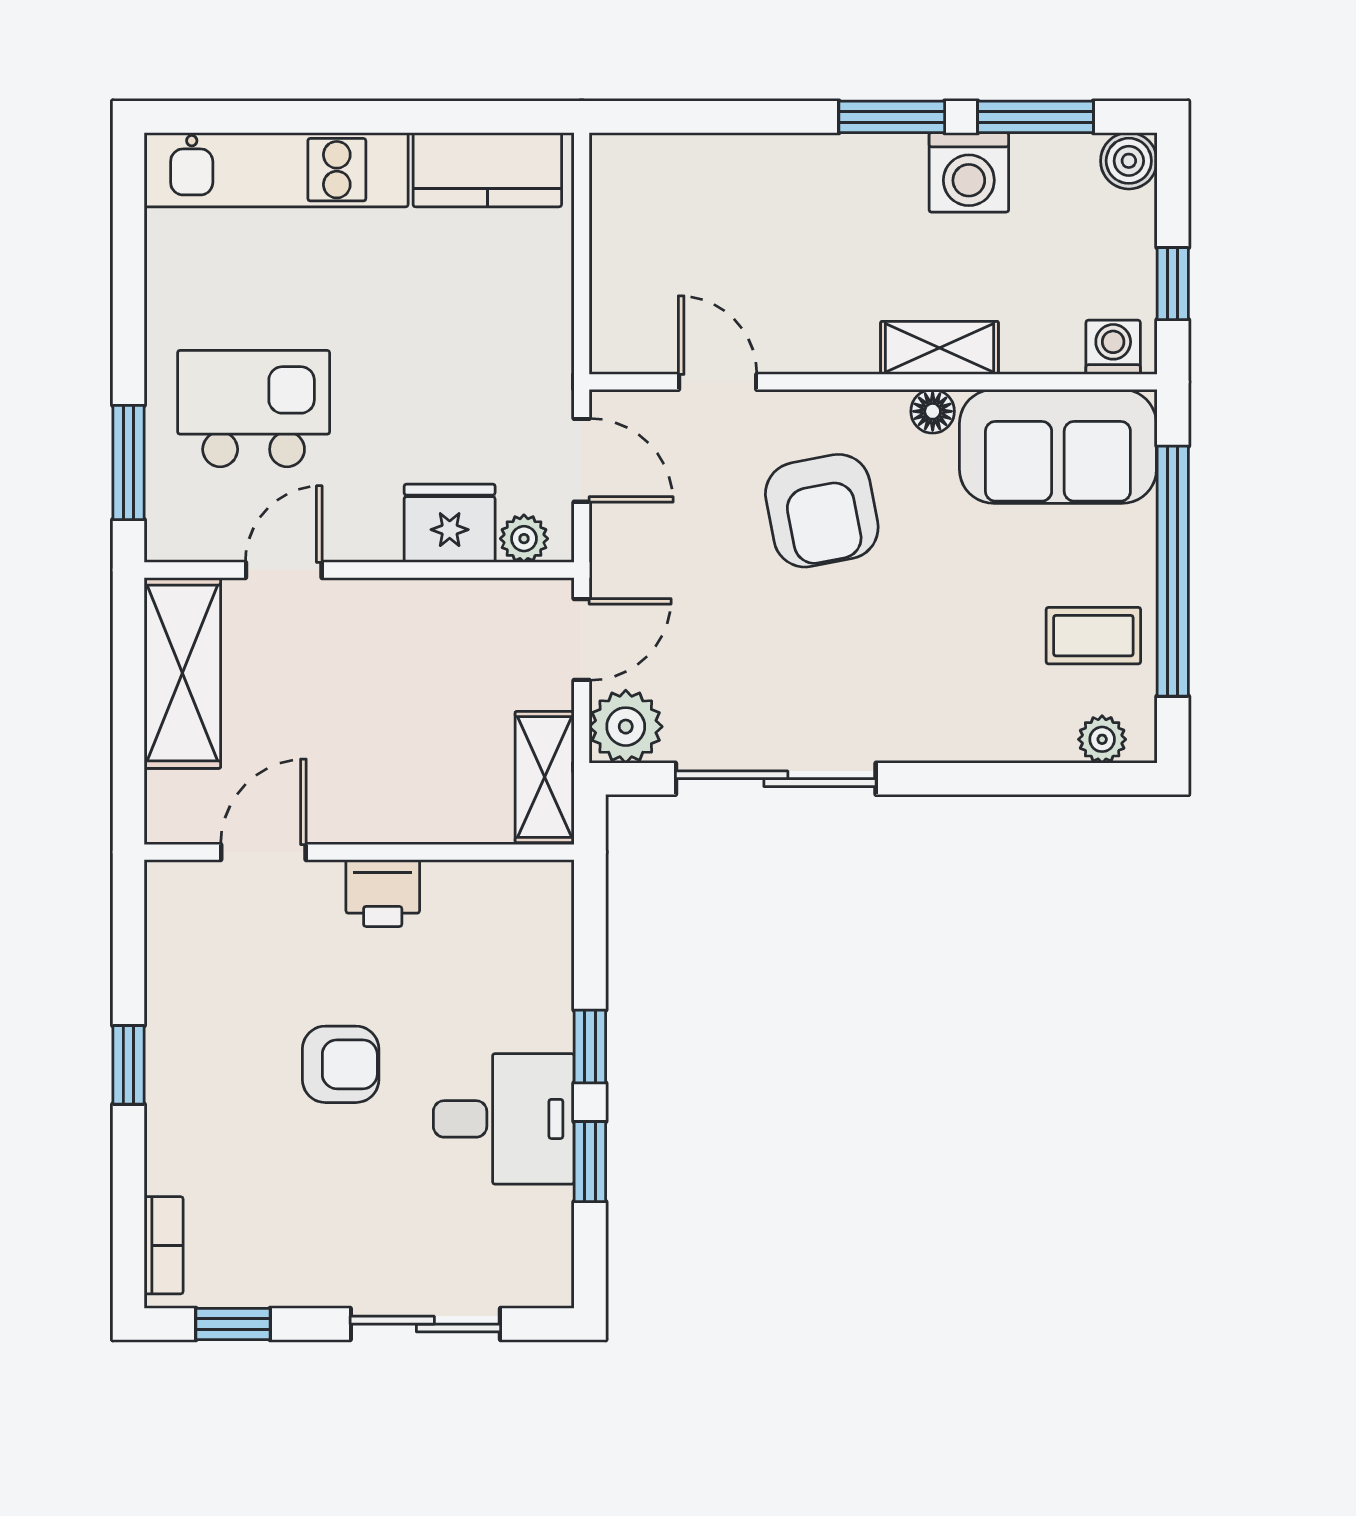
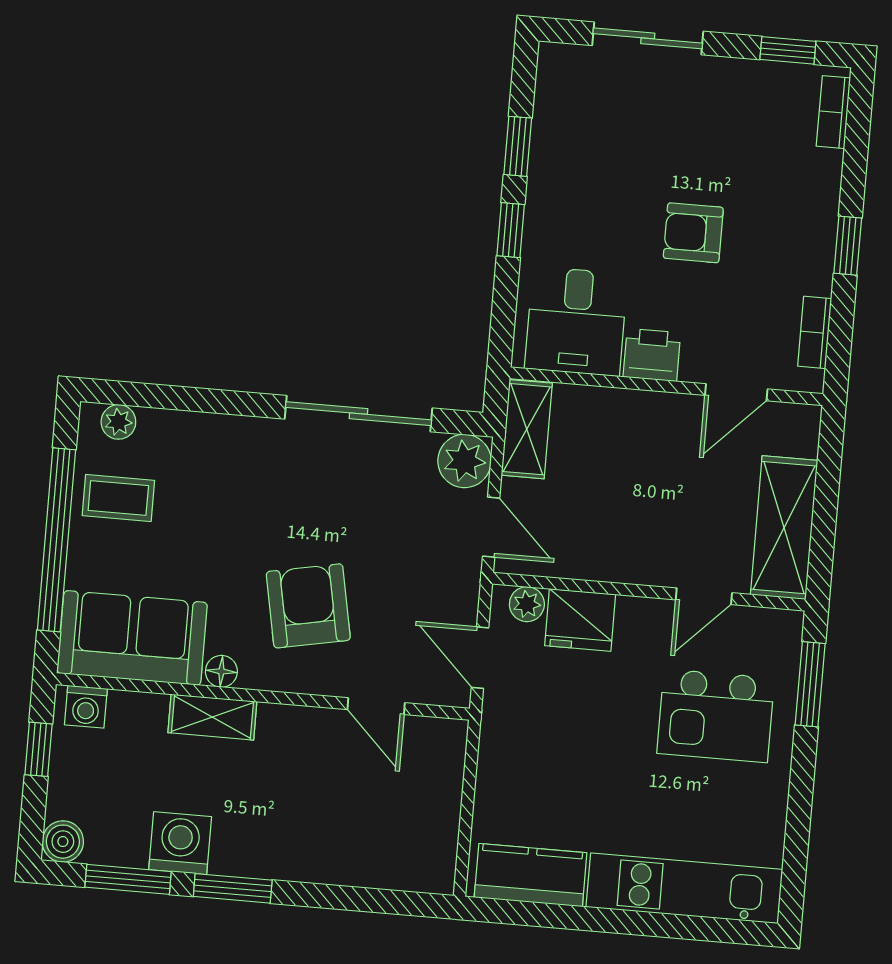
door: (582, 639) -> (491, 527), swing flipped
bookcase: (163, 943) -> (815, 332), added
desk: (504, 1119) -> (576, 321), moved, turned -90

